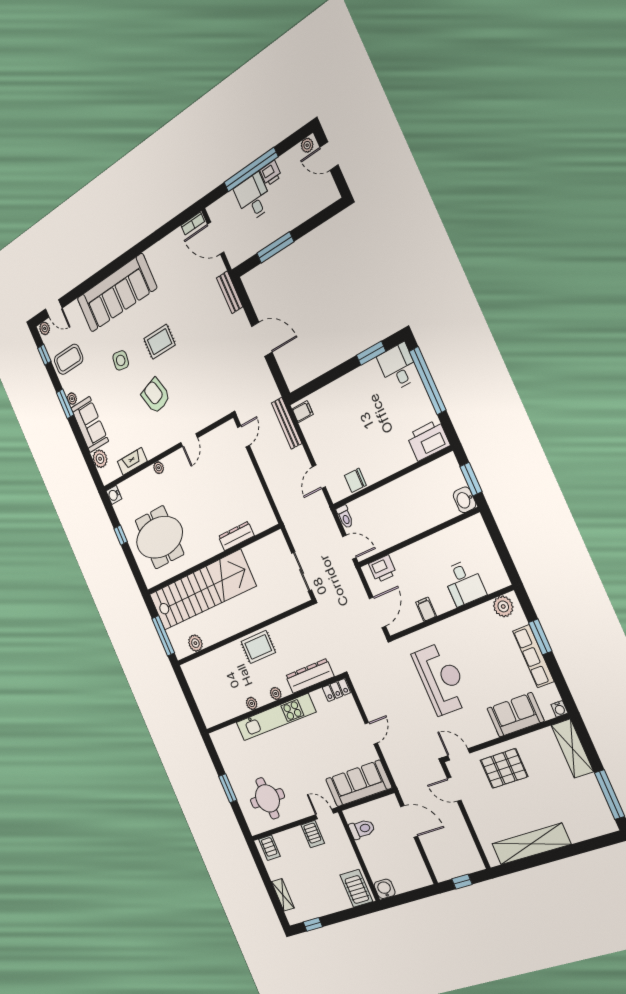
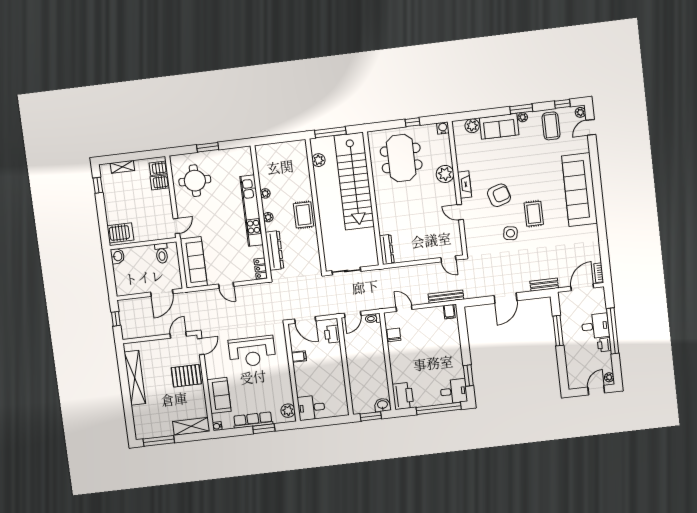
side table: (121, 360) -> (510, 233), moved
fireplace: (132, 461) -> (464, 185), moved
plant: (159, 468) -> (445, 174), width x1.87, depth x1.87
washbasin: (465, 500) -> (382, 405), moved
dresser: (236, 536) -> (387, 250), moved
desk: (464, 583) -> (311, 408), moved
pallet: (504, 768) -> (186, 376), turned 90
server rack: (313, 834) -> (160, 182), moved

